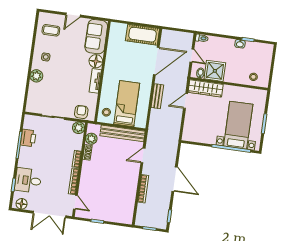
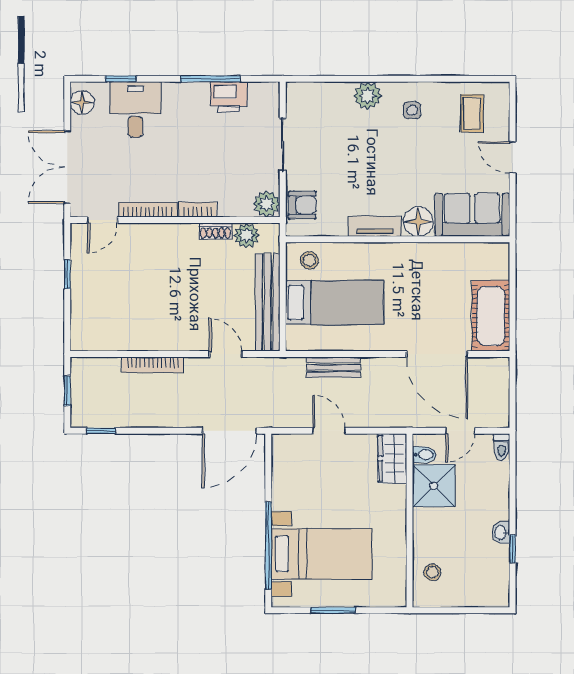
wardrobe: (206, 88) -> (392, 458), width x0.67
bench: (157, 96) -> (333, 367), moved
door: (186, 101) -> (329, 431), moved
door: (175, 179) -> (229, 431), moved

